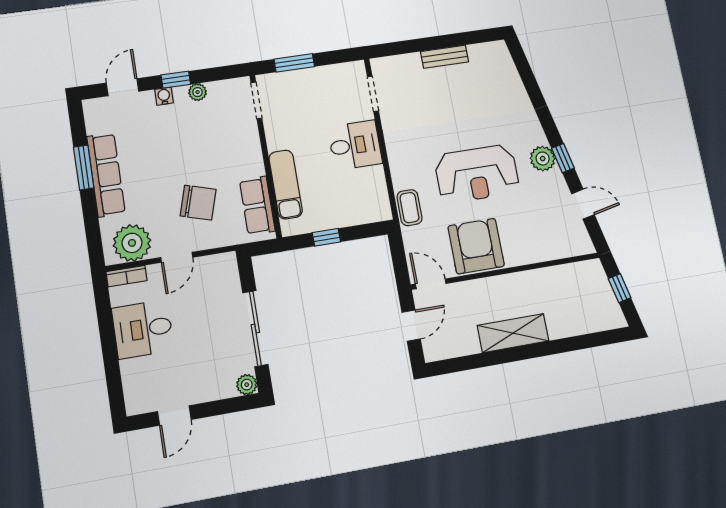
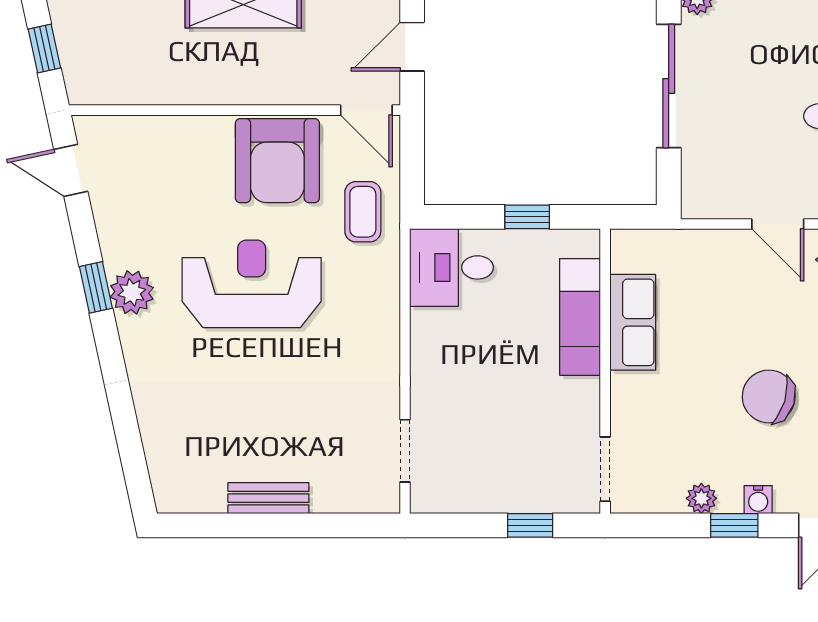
window: (294, 63) -> (530, 525), width x0.67
desk: (355, 145) -> (452, 267), moved
chair: (198, 203) -> (769, 396), moved
door: (583, 204) -> (71, 170), moved
row of seats: (257, 206) -> (633, 322), moved
coffee table: (409, 208) -> (363, 212), moved
door: (177, 257) -> (778, 224), swing flipped

